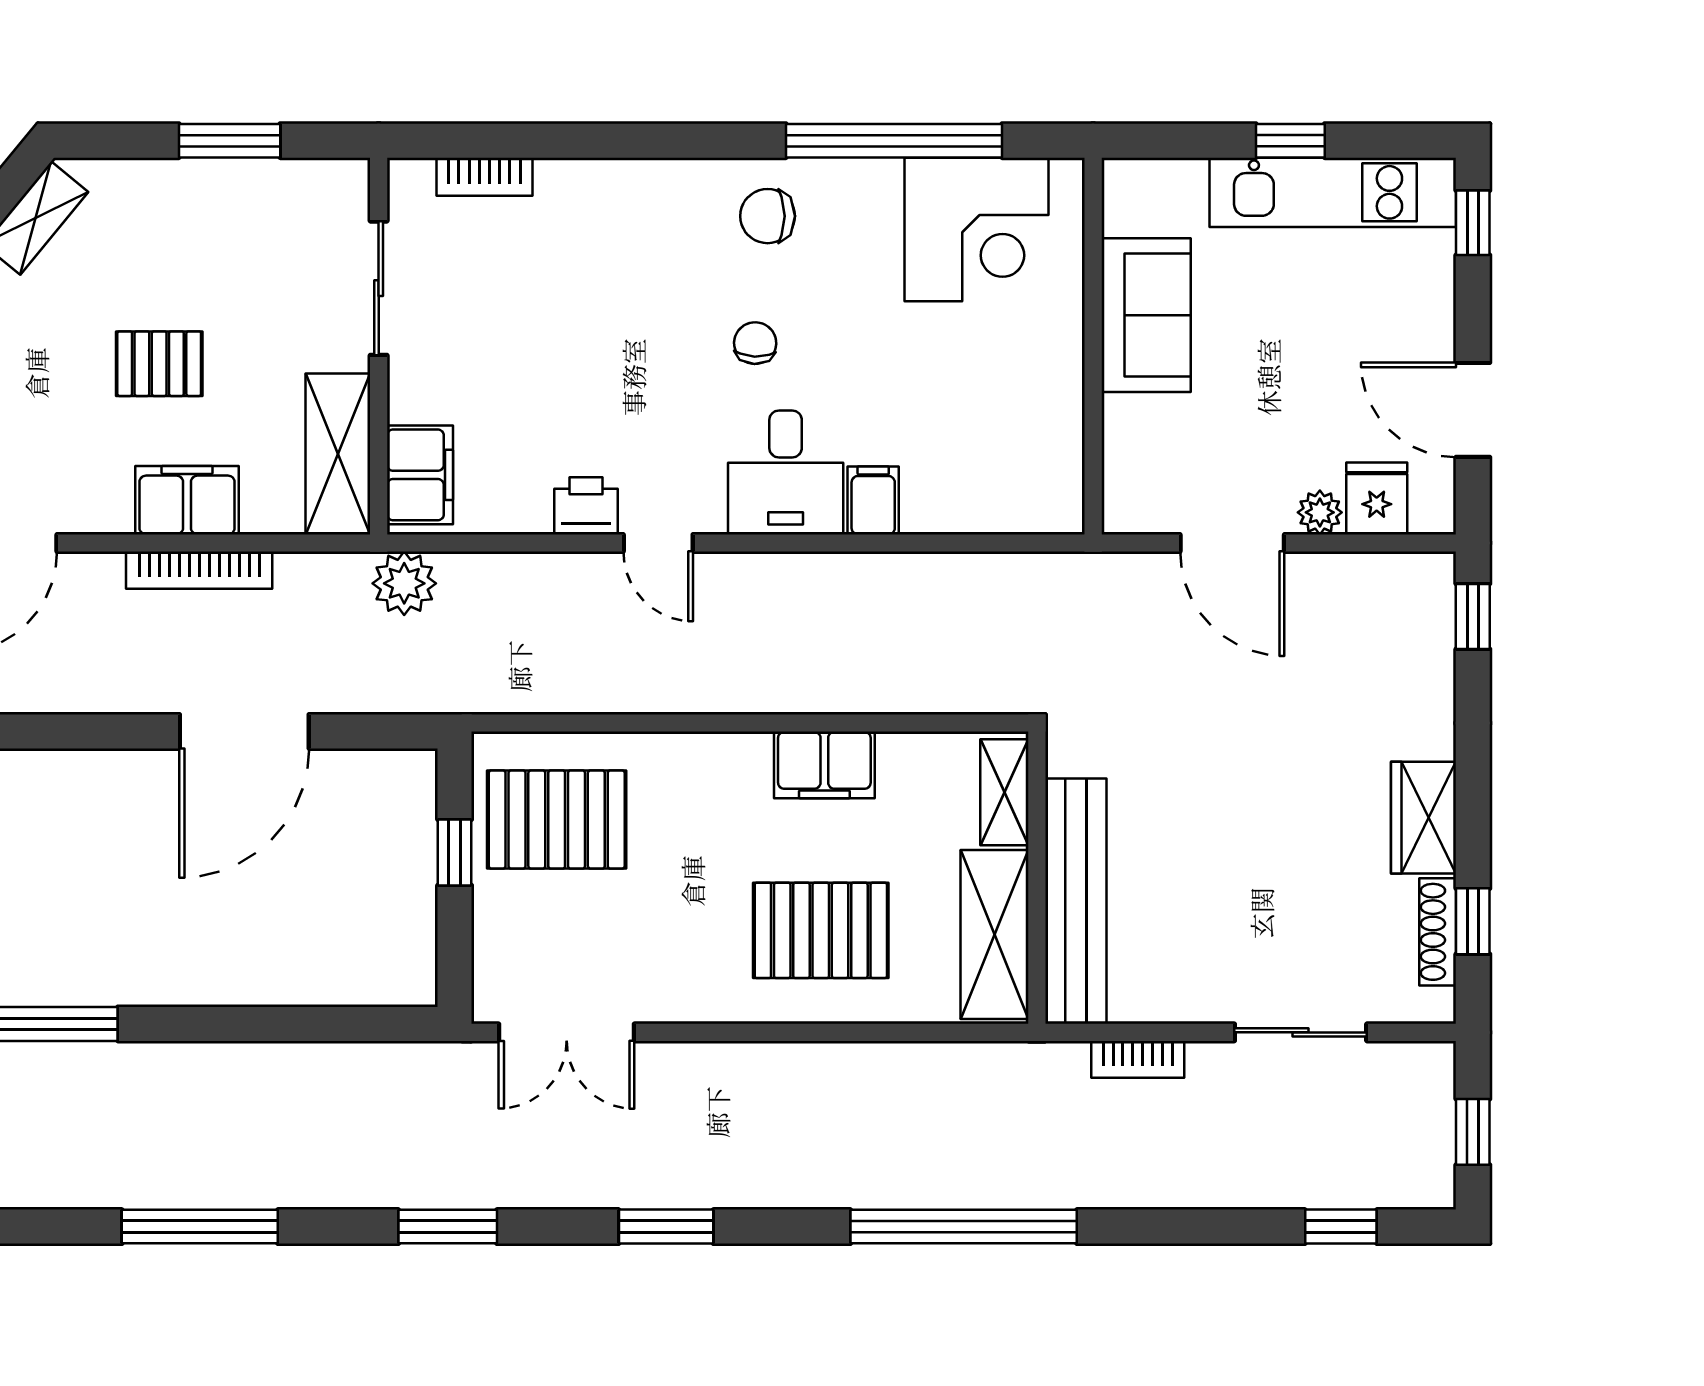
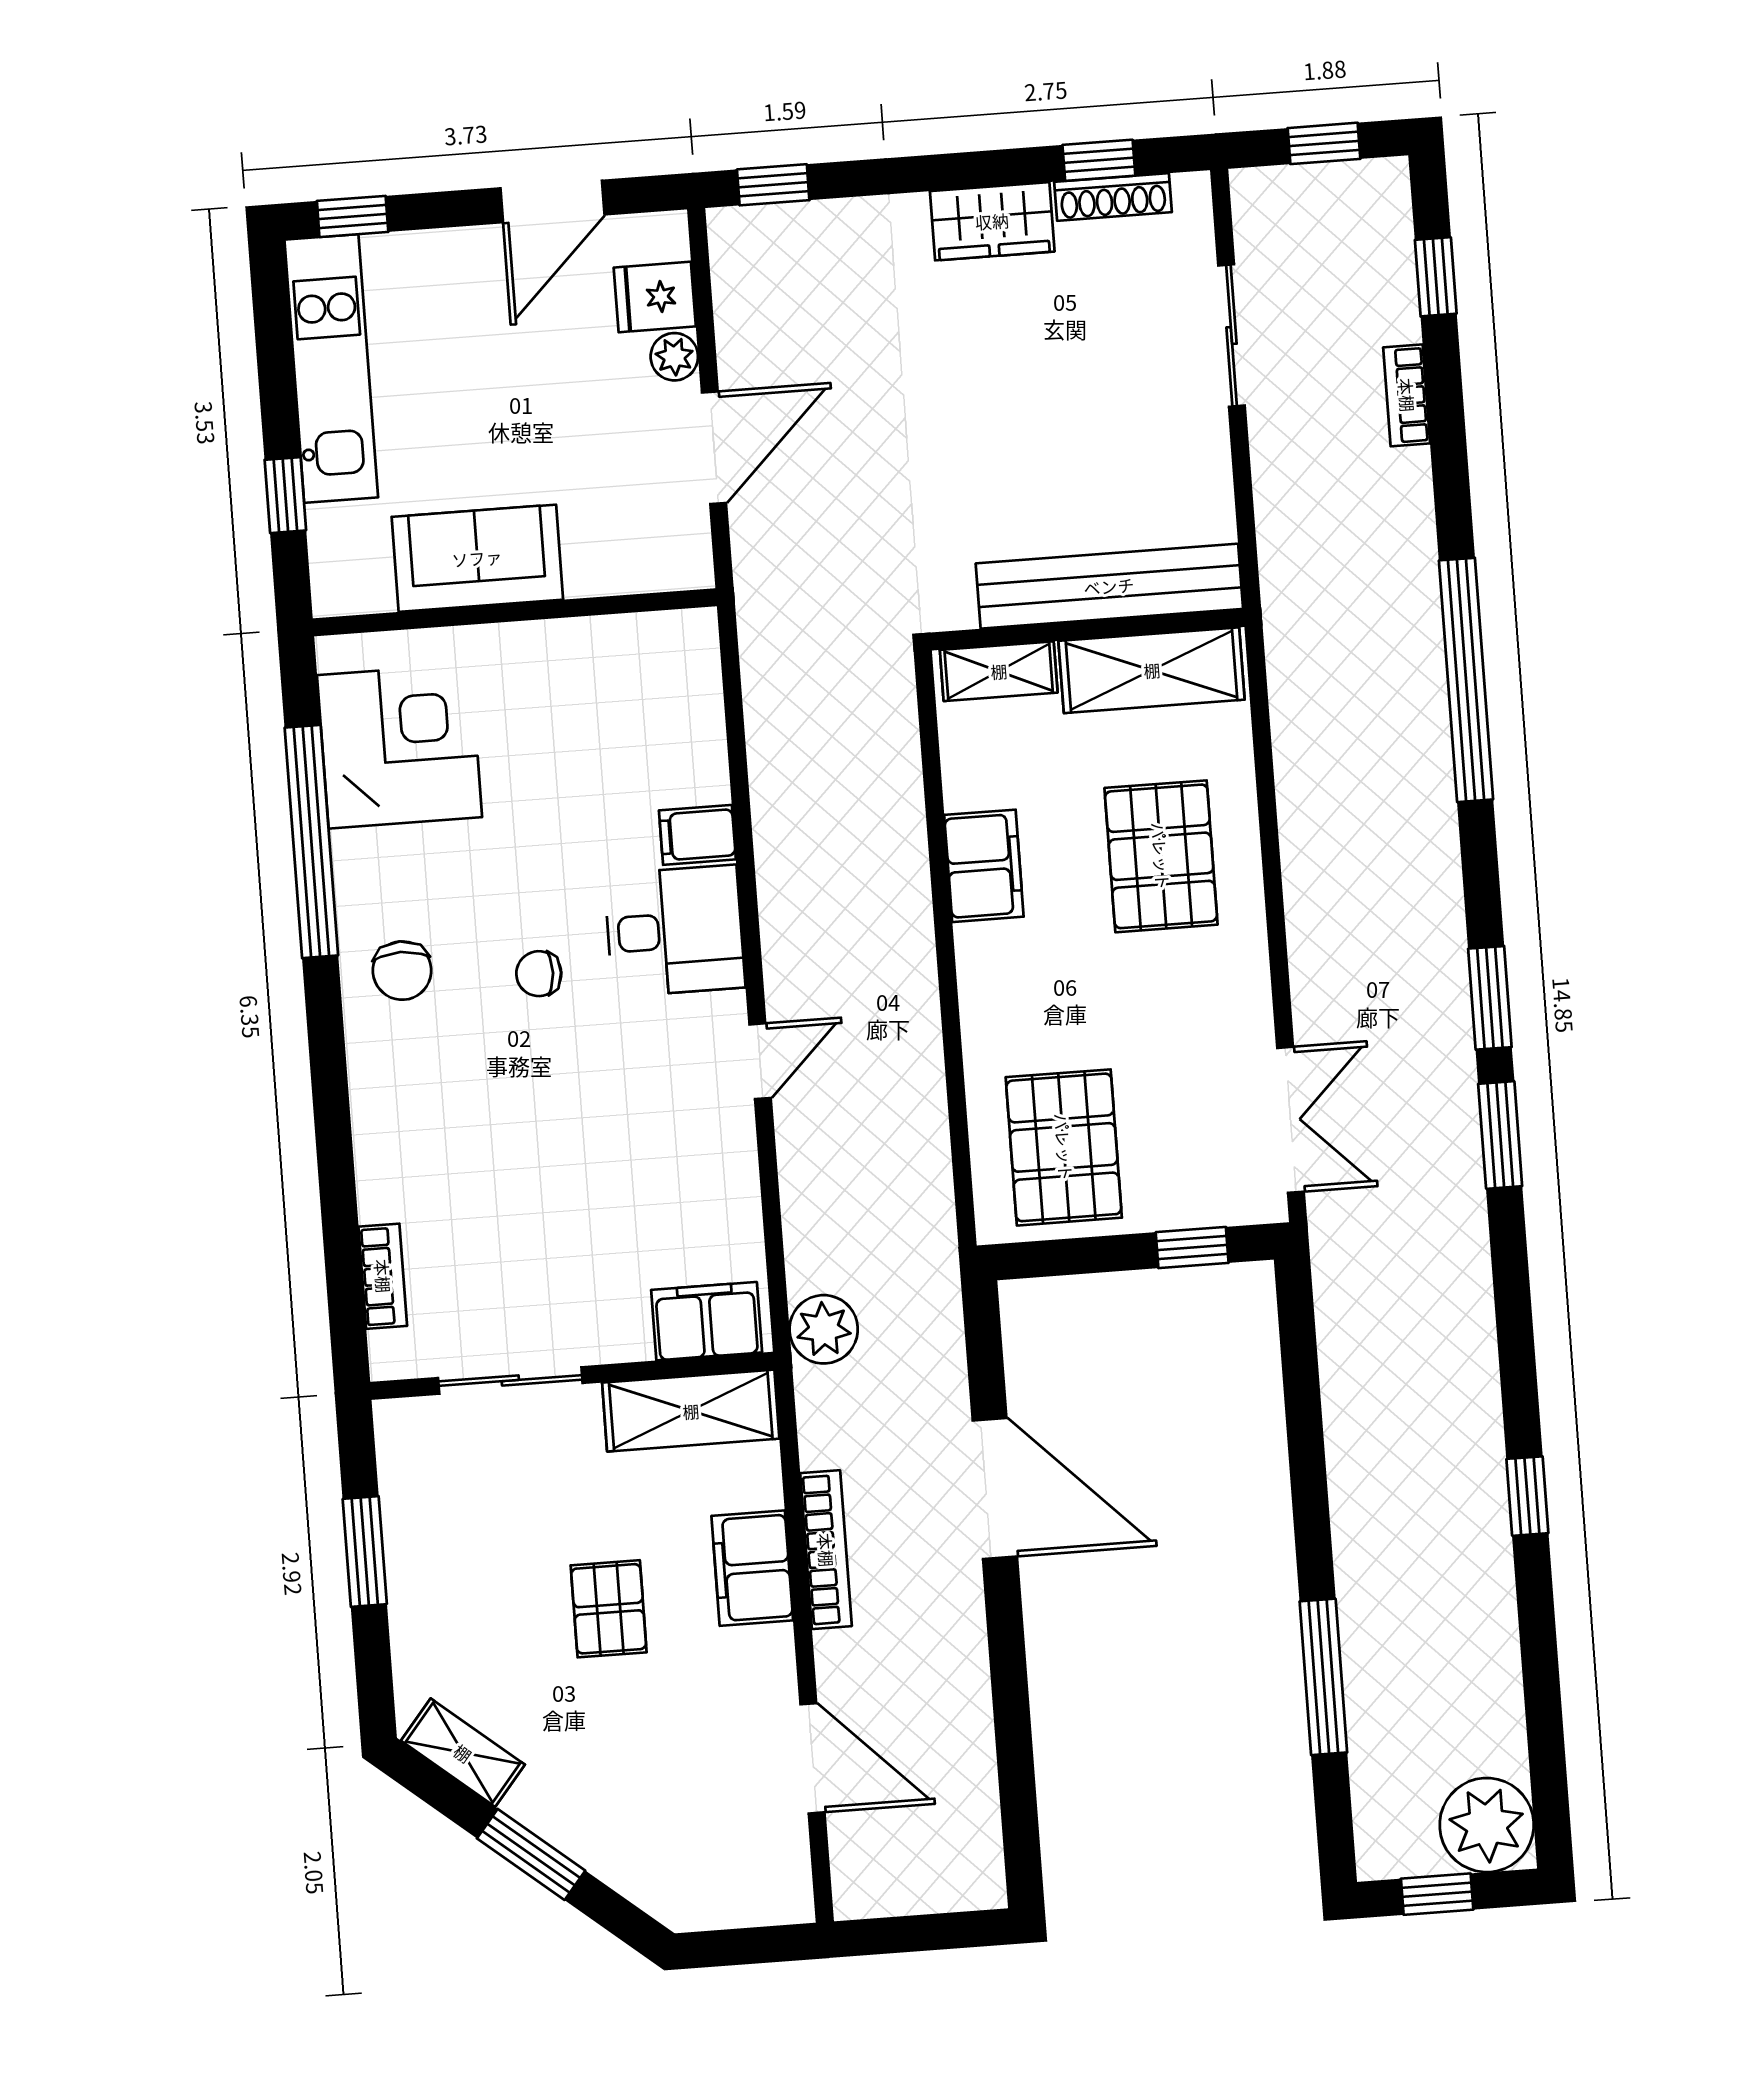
window: (1290, 141) -> (285, 495), moved
printer: (586, 506) -> (726, 1141), removed
window: (455, 852) -> (1192, 1248), moved
bookcase: (1138, 1059) -> (1407, 395), moved, turned 180
window: (200, 1227) -> (1527, 1496), width x0.46
window: (448, 1227) -> (1500, 1135), moved

